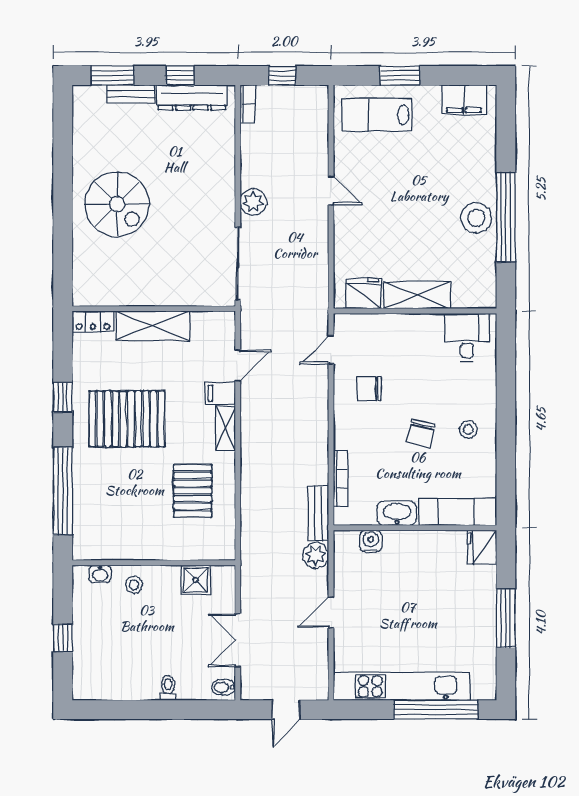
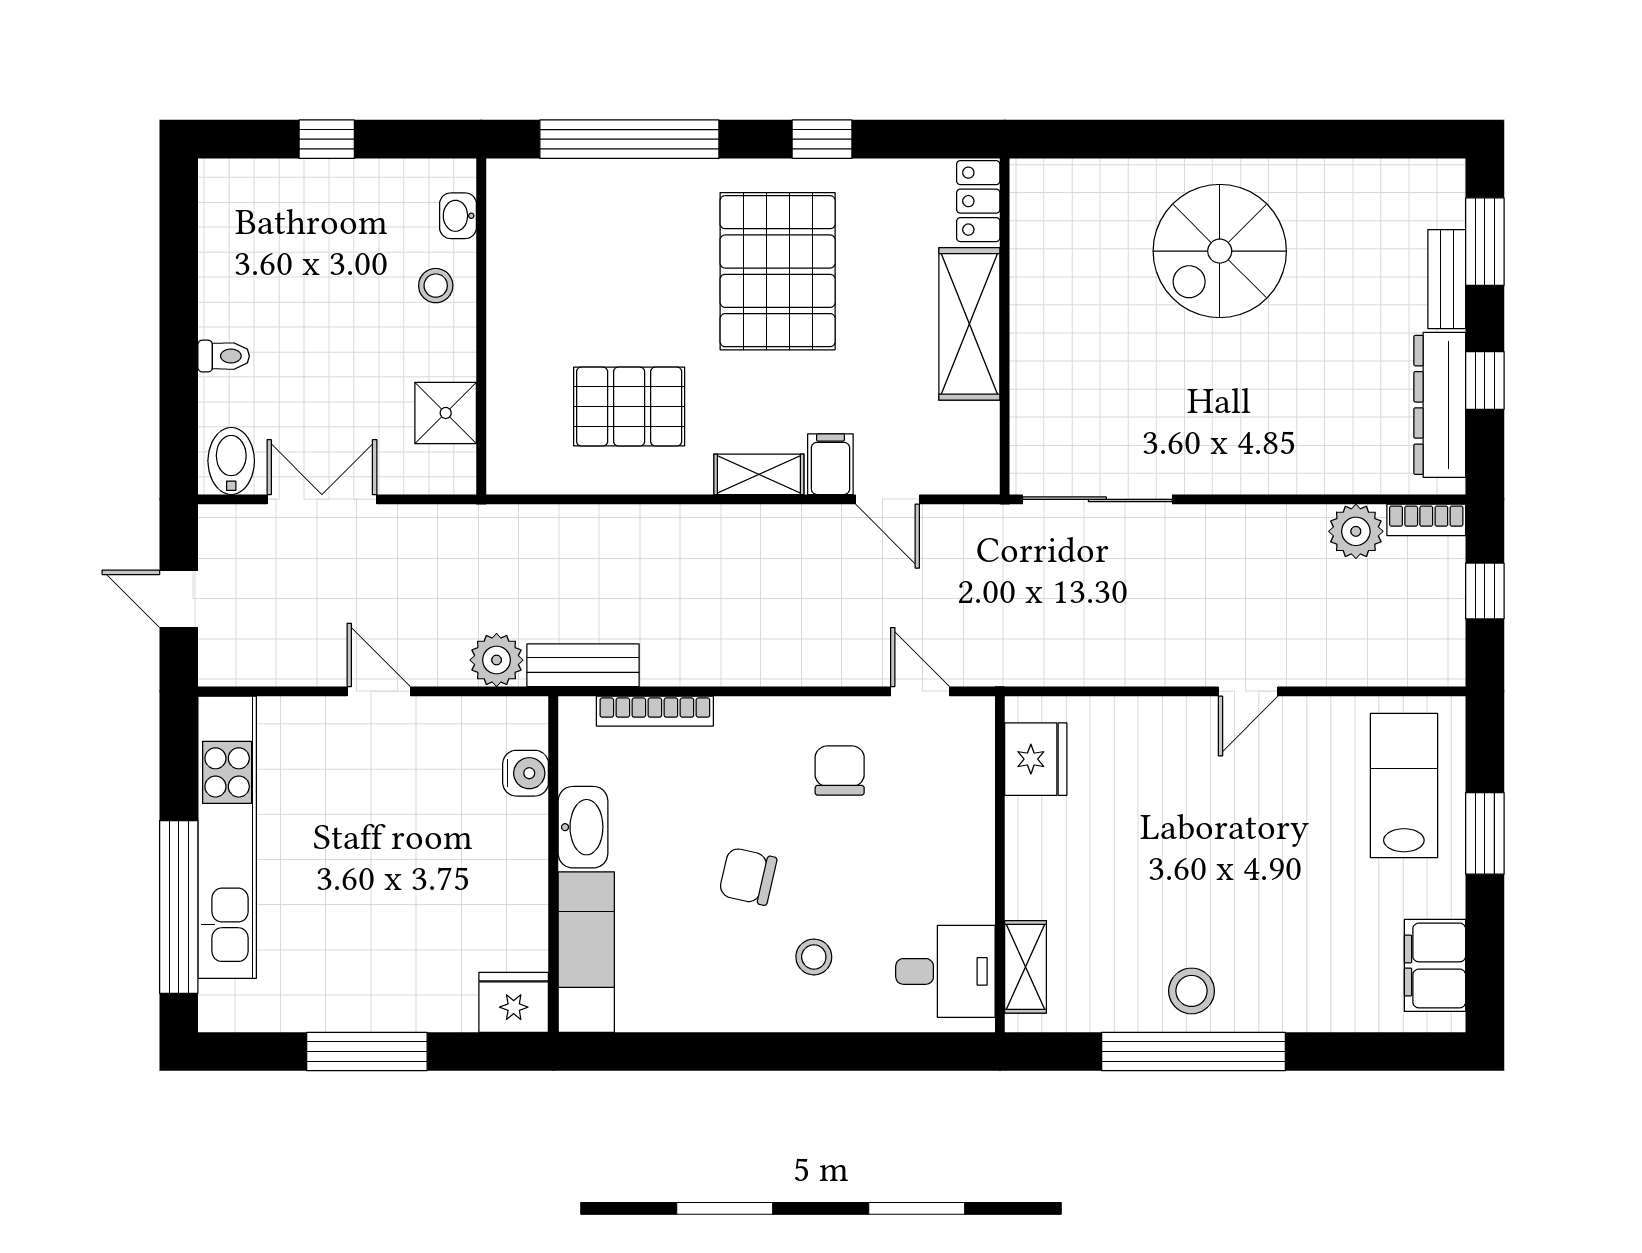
plant: (253, 202) -> (1356, 531), moved
stool: (476, 218) -> (1192, 991), width x0.73, depth x0.73
shelving: (417, 295) -> (1025, 967), moved, width x0.67, depth x0.75
stool: (468, 429) -> (814, 957), moved
bidet: (223, 687) -> (231, 461), width x1.38, depth x1.36

